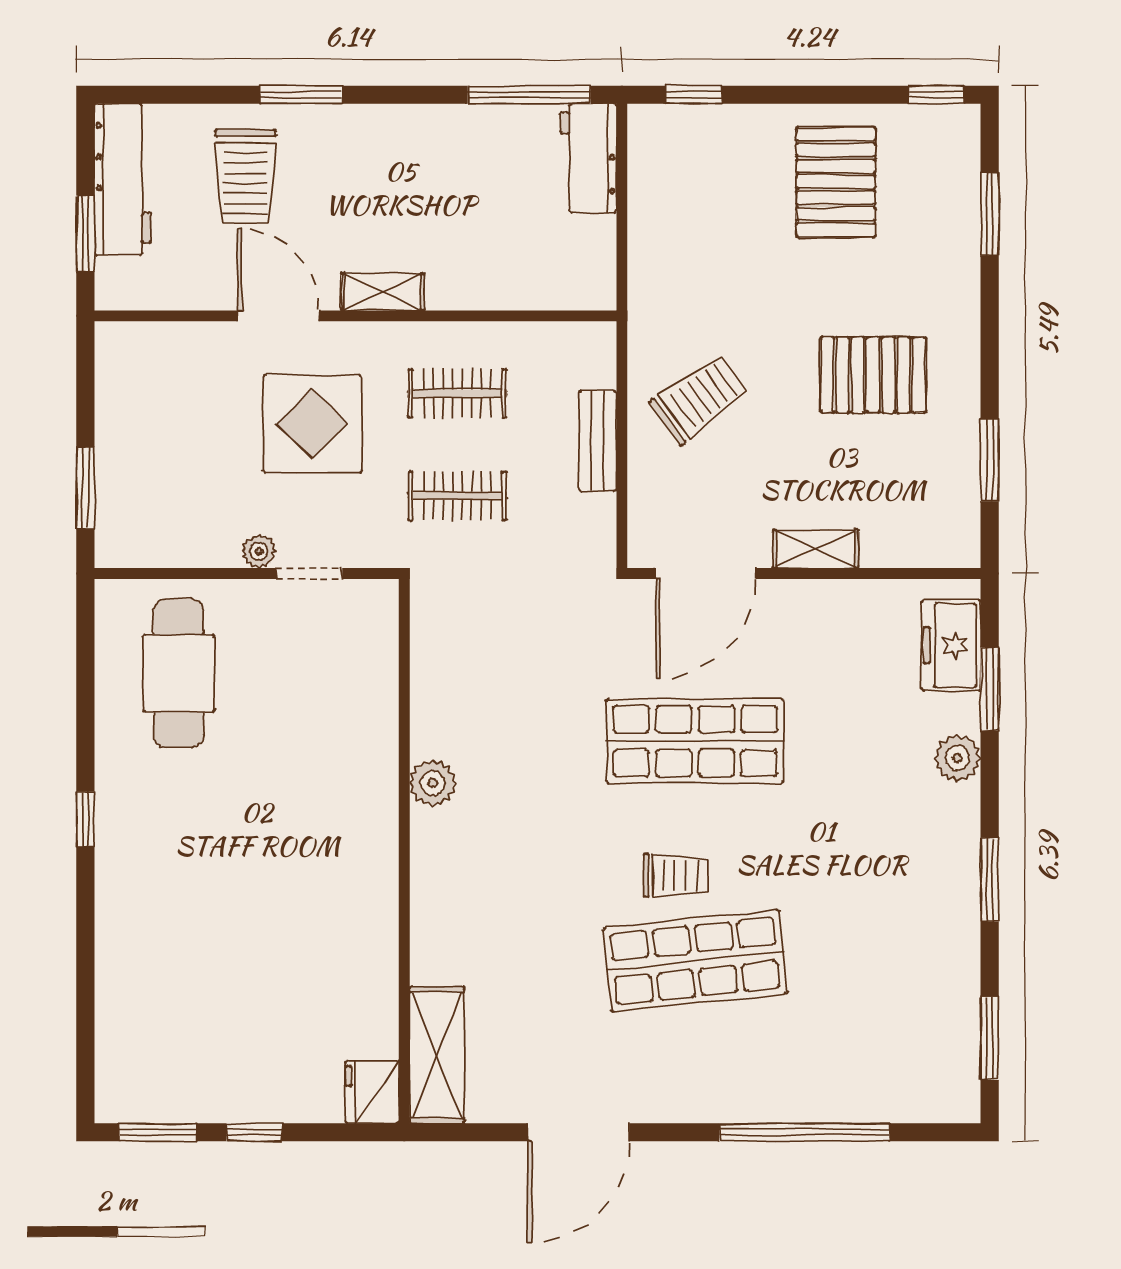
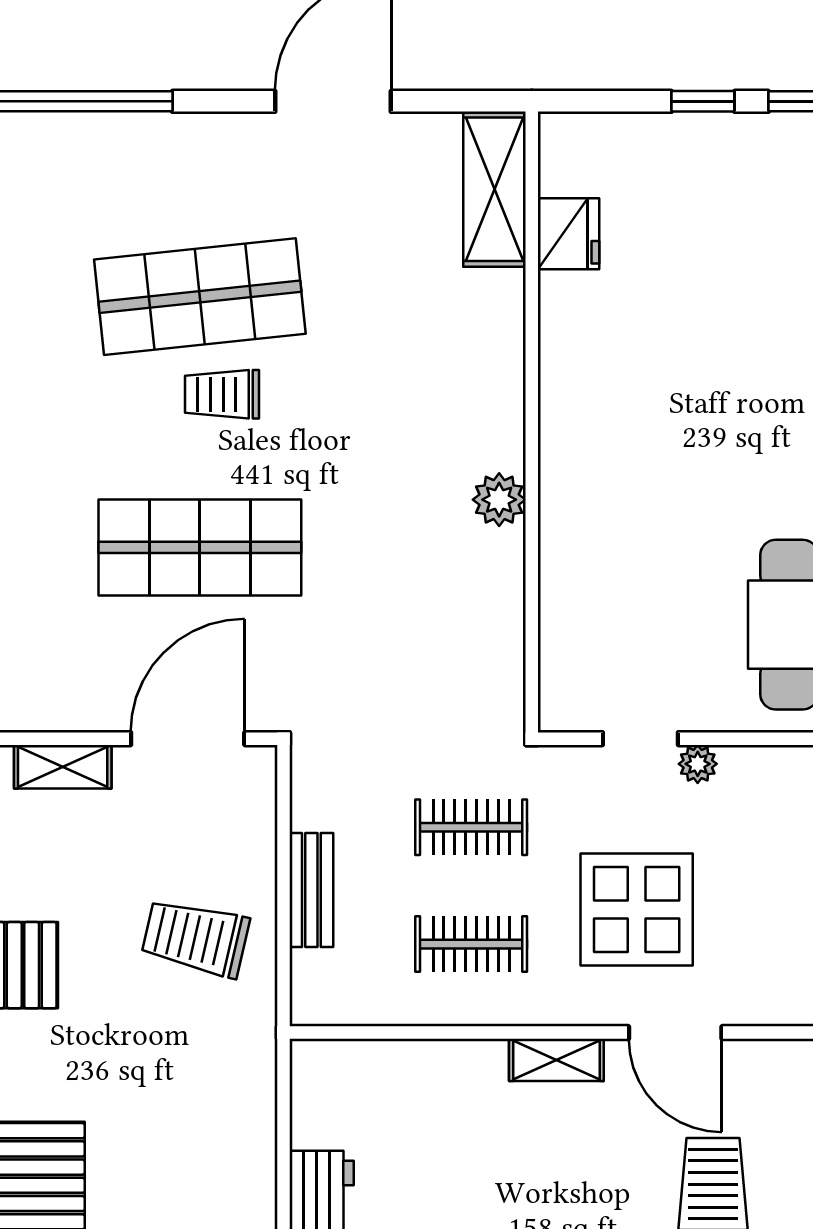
trolley: (699, 399) -> (196, 938), turned 49
fridge: (372, 1092) -> (568, 234), moved

